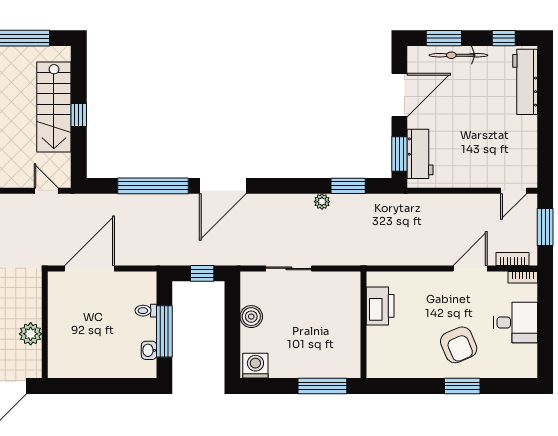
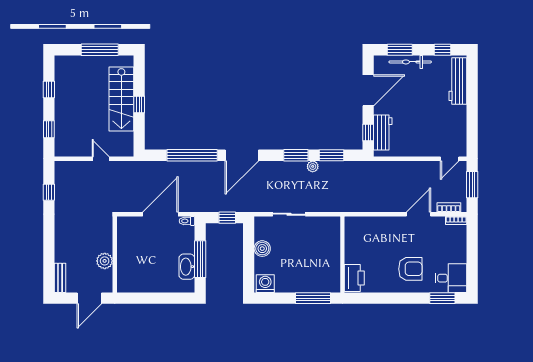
window: (399, 154) -> (368, 132), width x0.67
window: (298, 186) -> (296, 155), added
door: (46, 191) -> (101, 159), moved
door: (89, 268) -> (160, 214), moved
printer: (380, 306) -> (354, 278), moved
toilet: (146, 311) -> (187, 221), moved
desk: (516, 323) -> (451, 278), moved
armchair: (459, 345) -> (410, 269), turned -67
washbasin: (149, 350) -> (187, 267), width x1.91, depth x1.45
window: (462, 386) -> (442, 298), moved

